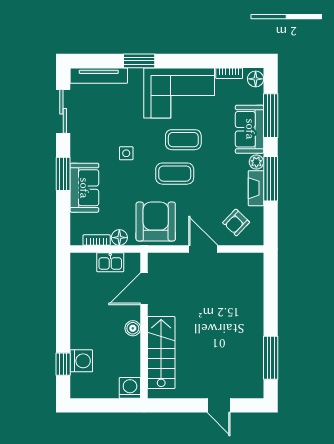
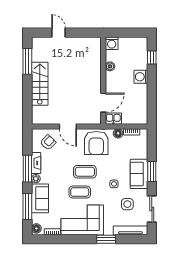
side table: (104, 120) -> (127, 204), added
sofa: (84, 188) -> (139, 174), moved
kitchen sink: (110, 262) -> (113, 119), moved
boiler: (133, 328) -> (110, 66), moved
stairs: (161, 353) -> (40, 84), moved, turned 180
washing machine: (81, 361) -> (141, 77), moved

